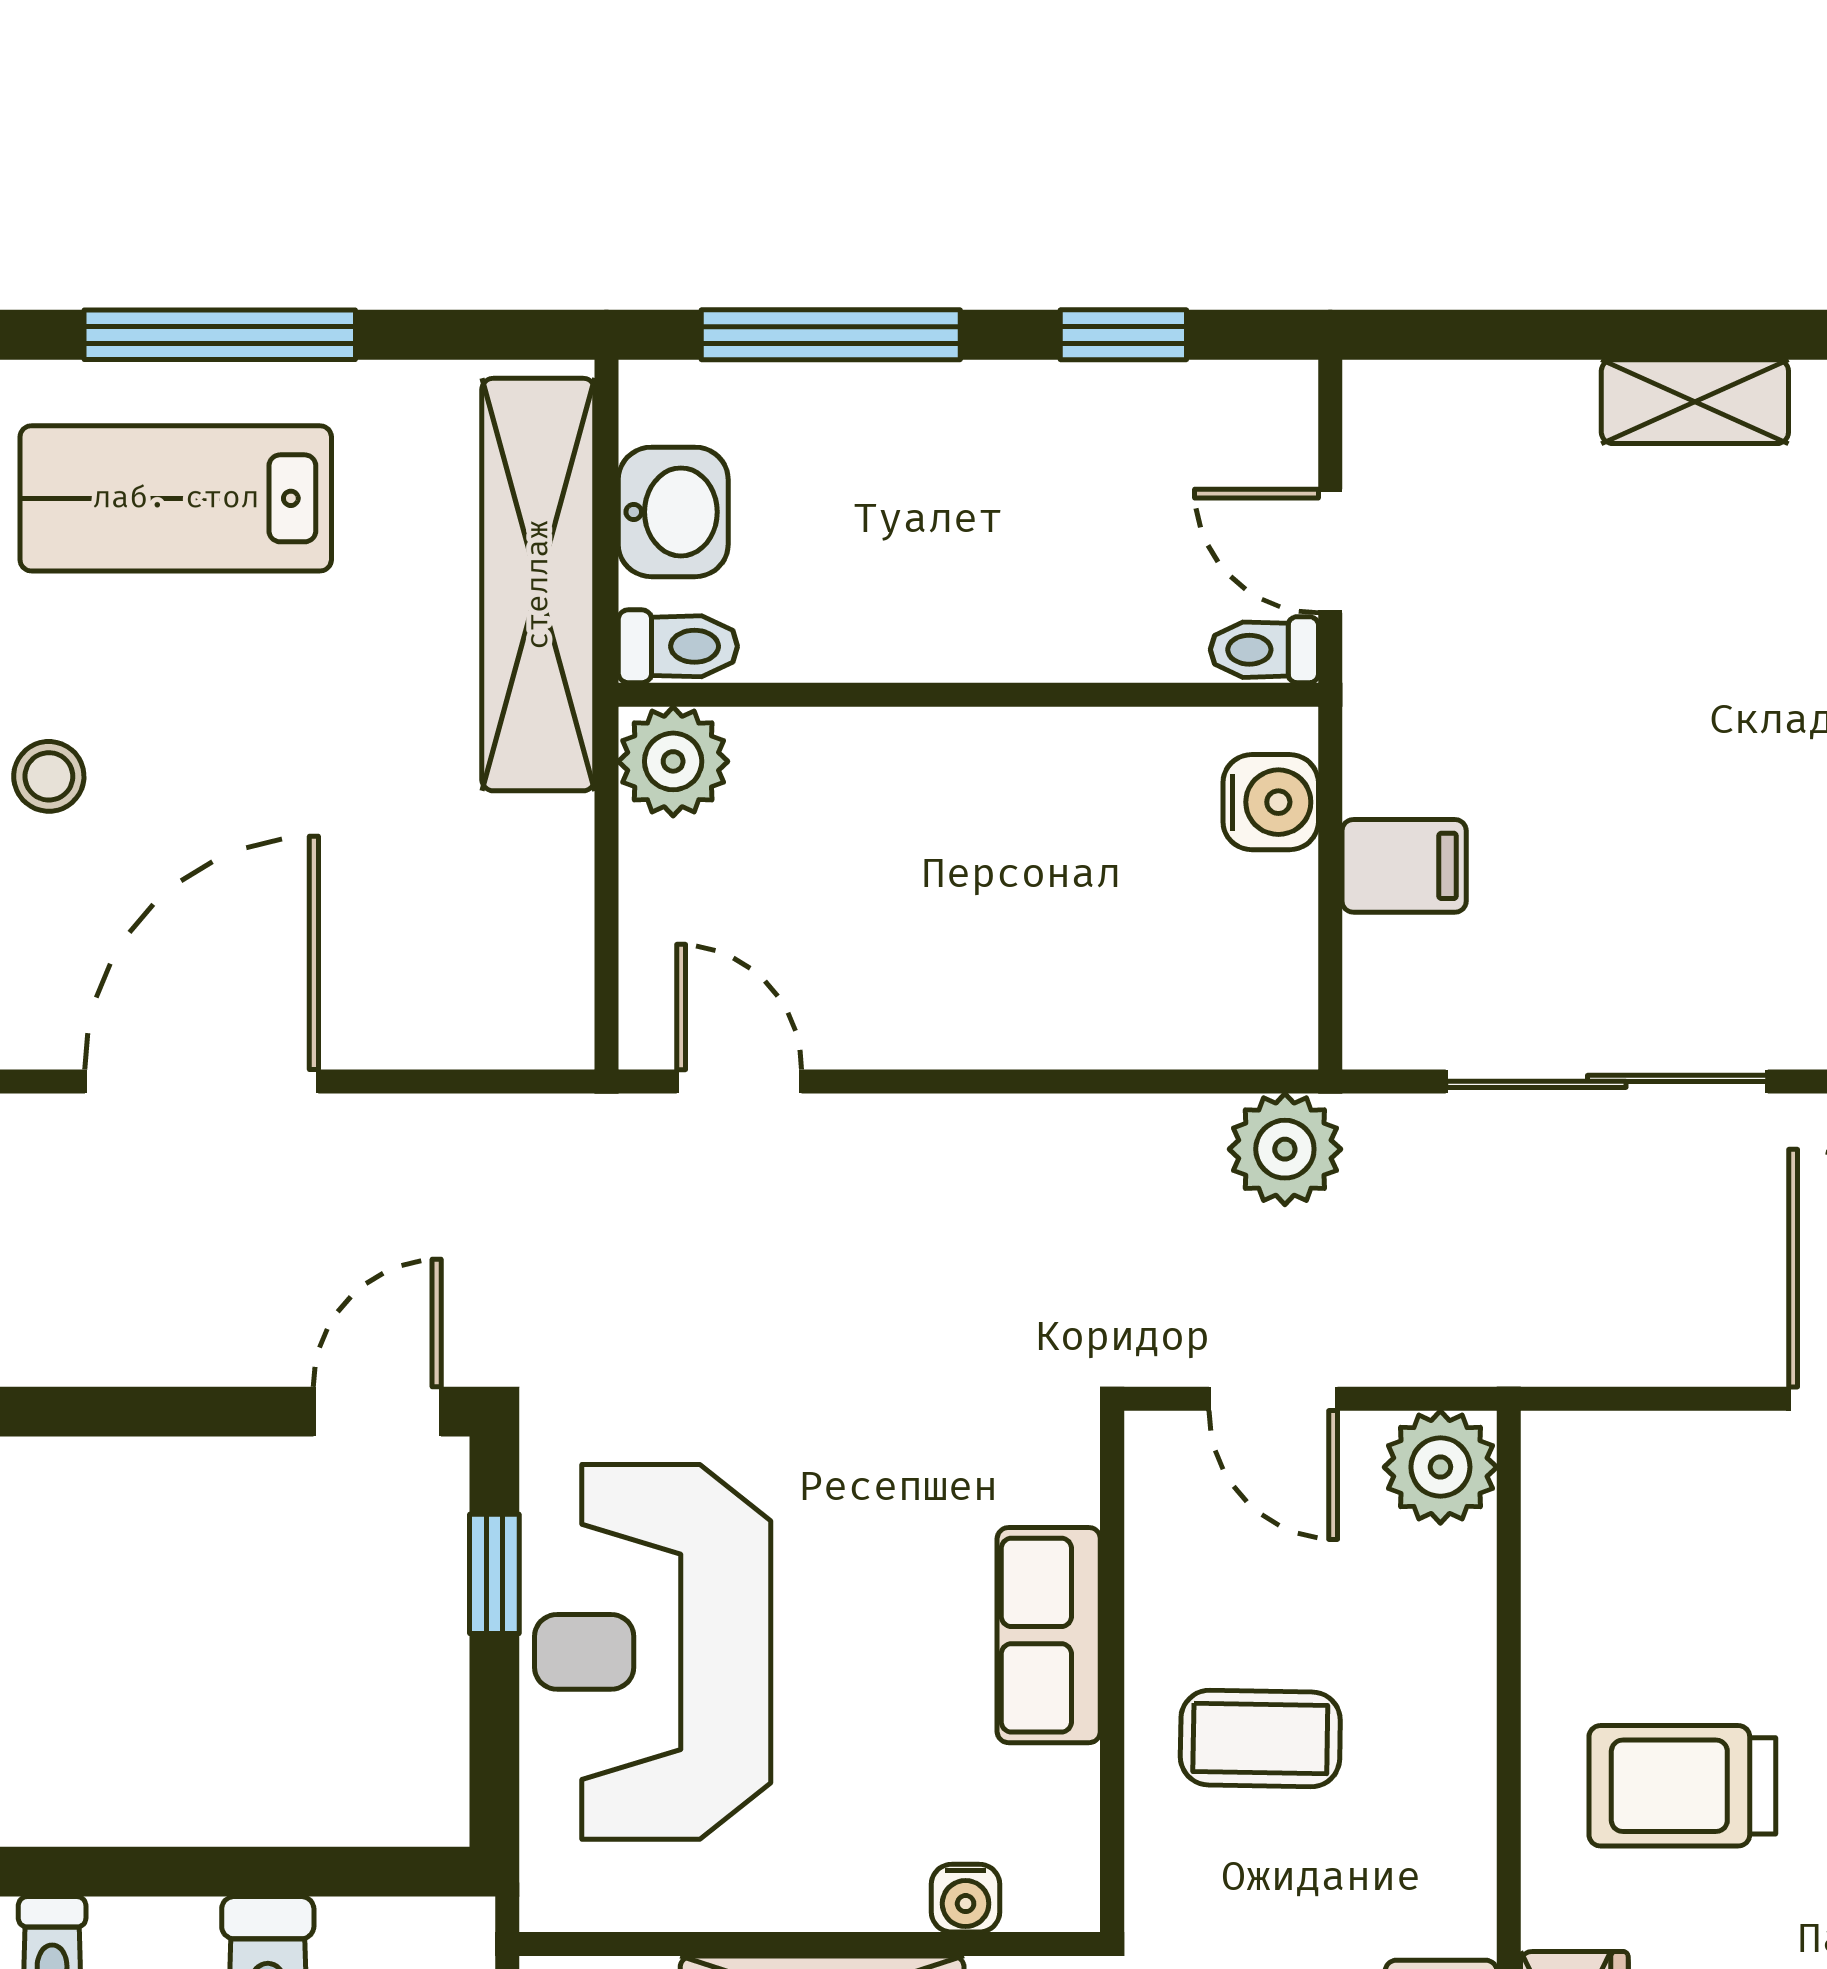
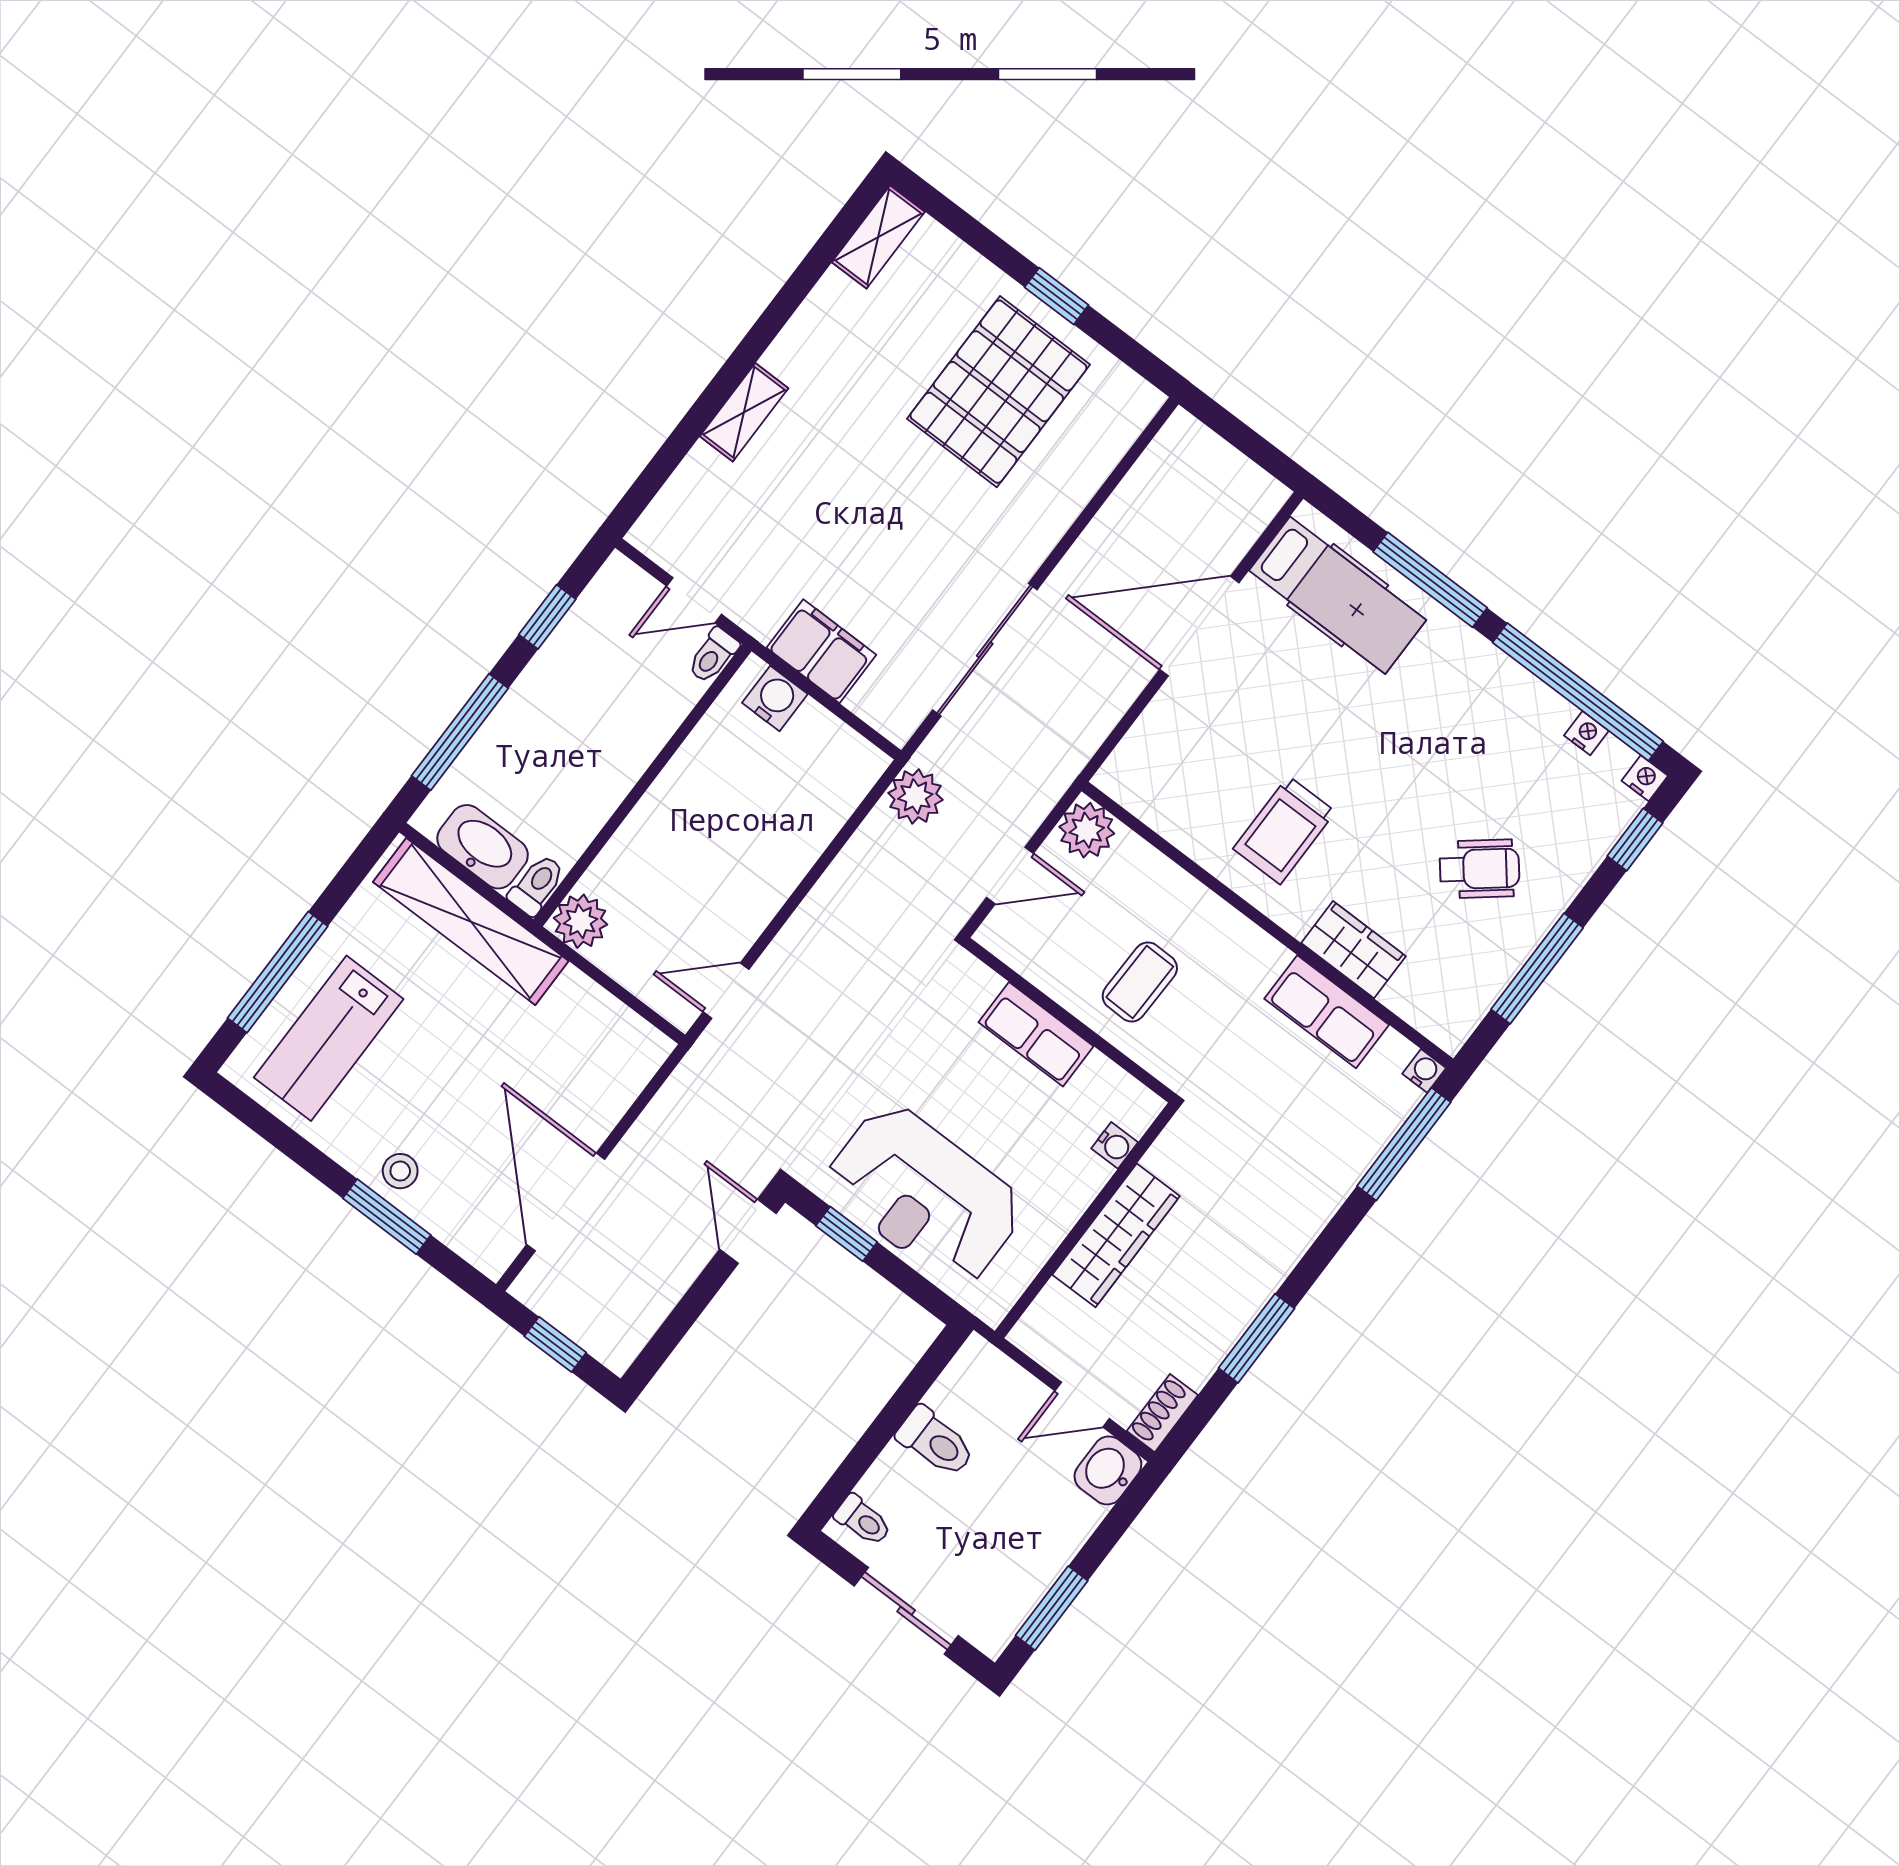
washbasin: (673, 512) -> (483, 847), width x1.38
filing cabinet: (1404, 866) -> (821, 651), width x2.00

